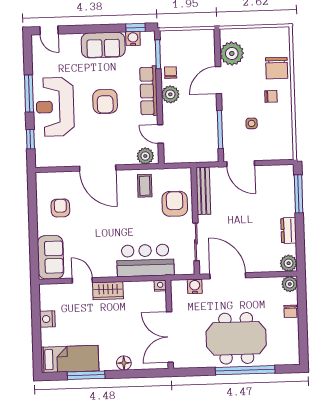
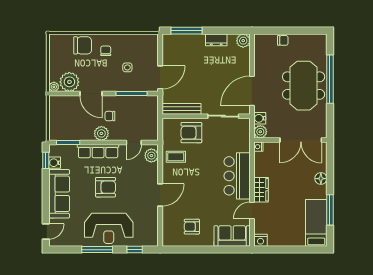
plant: (225, 35) -> (54, 87), added
sofa: (103, 45) -> (59, 194), width x1.36
chair: (171, 73) -> (110, 116), moved
door: (98, 168) -> (160, 195), width x0.73
bar counter: (145, 260) -> (237, 176), moved
plant: (290, 284) -> (260, 132), moved
nightstand: (47, 319) -> (261, 240), moved

